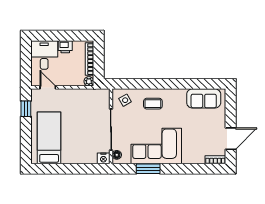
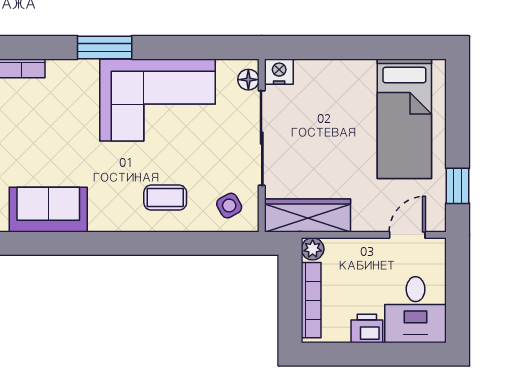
door: (48, 87) -> (407, 235), swing flipped
wardrobe: (91, 96) -> (308, 215), added
window: (148, 169) -> (105, 47), moved

